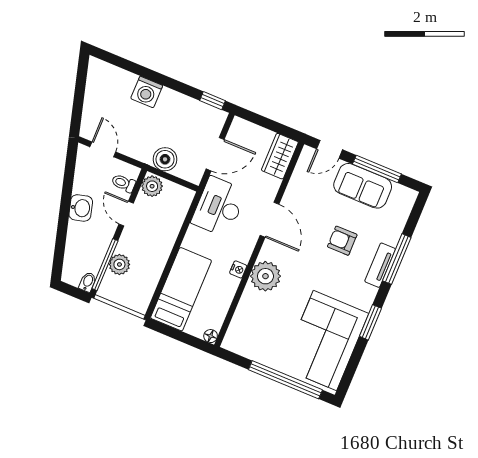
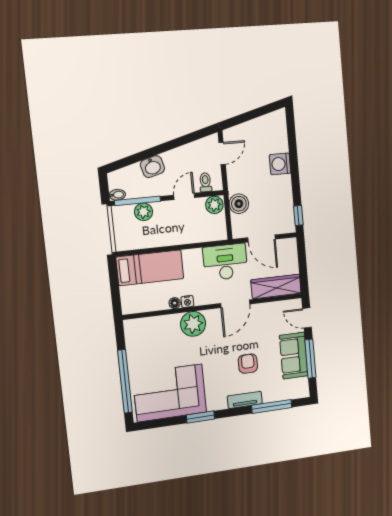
wardrobe: (280, 156) -> (276, 287), width x1.50
washbasin: (81, 208) -> (152, 167), moved
window: (397, 259) -> (272, 406), moved
floor lamp: (211, 336) -> (175, 303), moved

